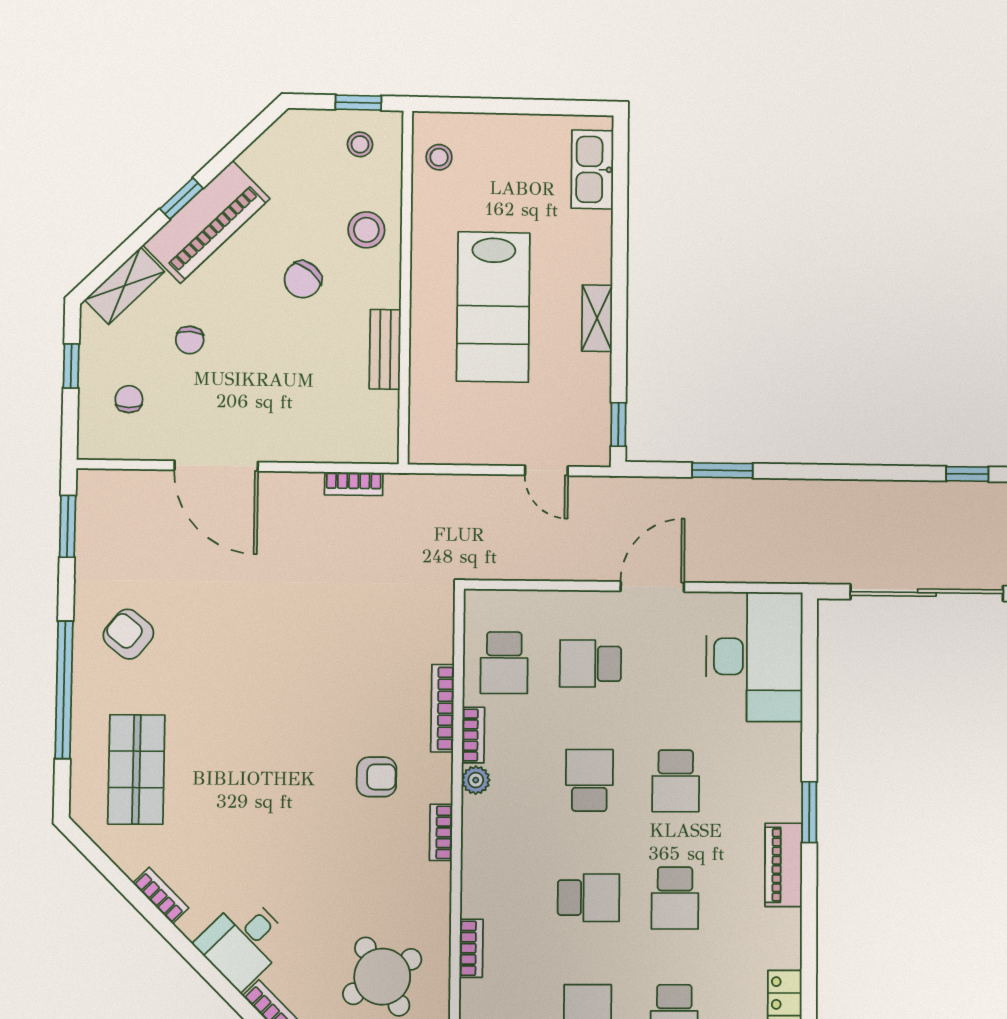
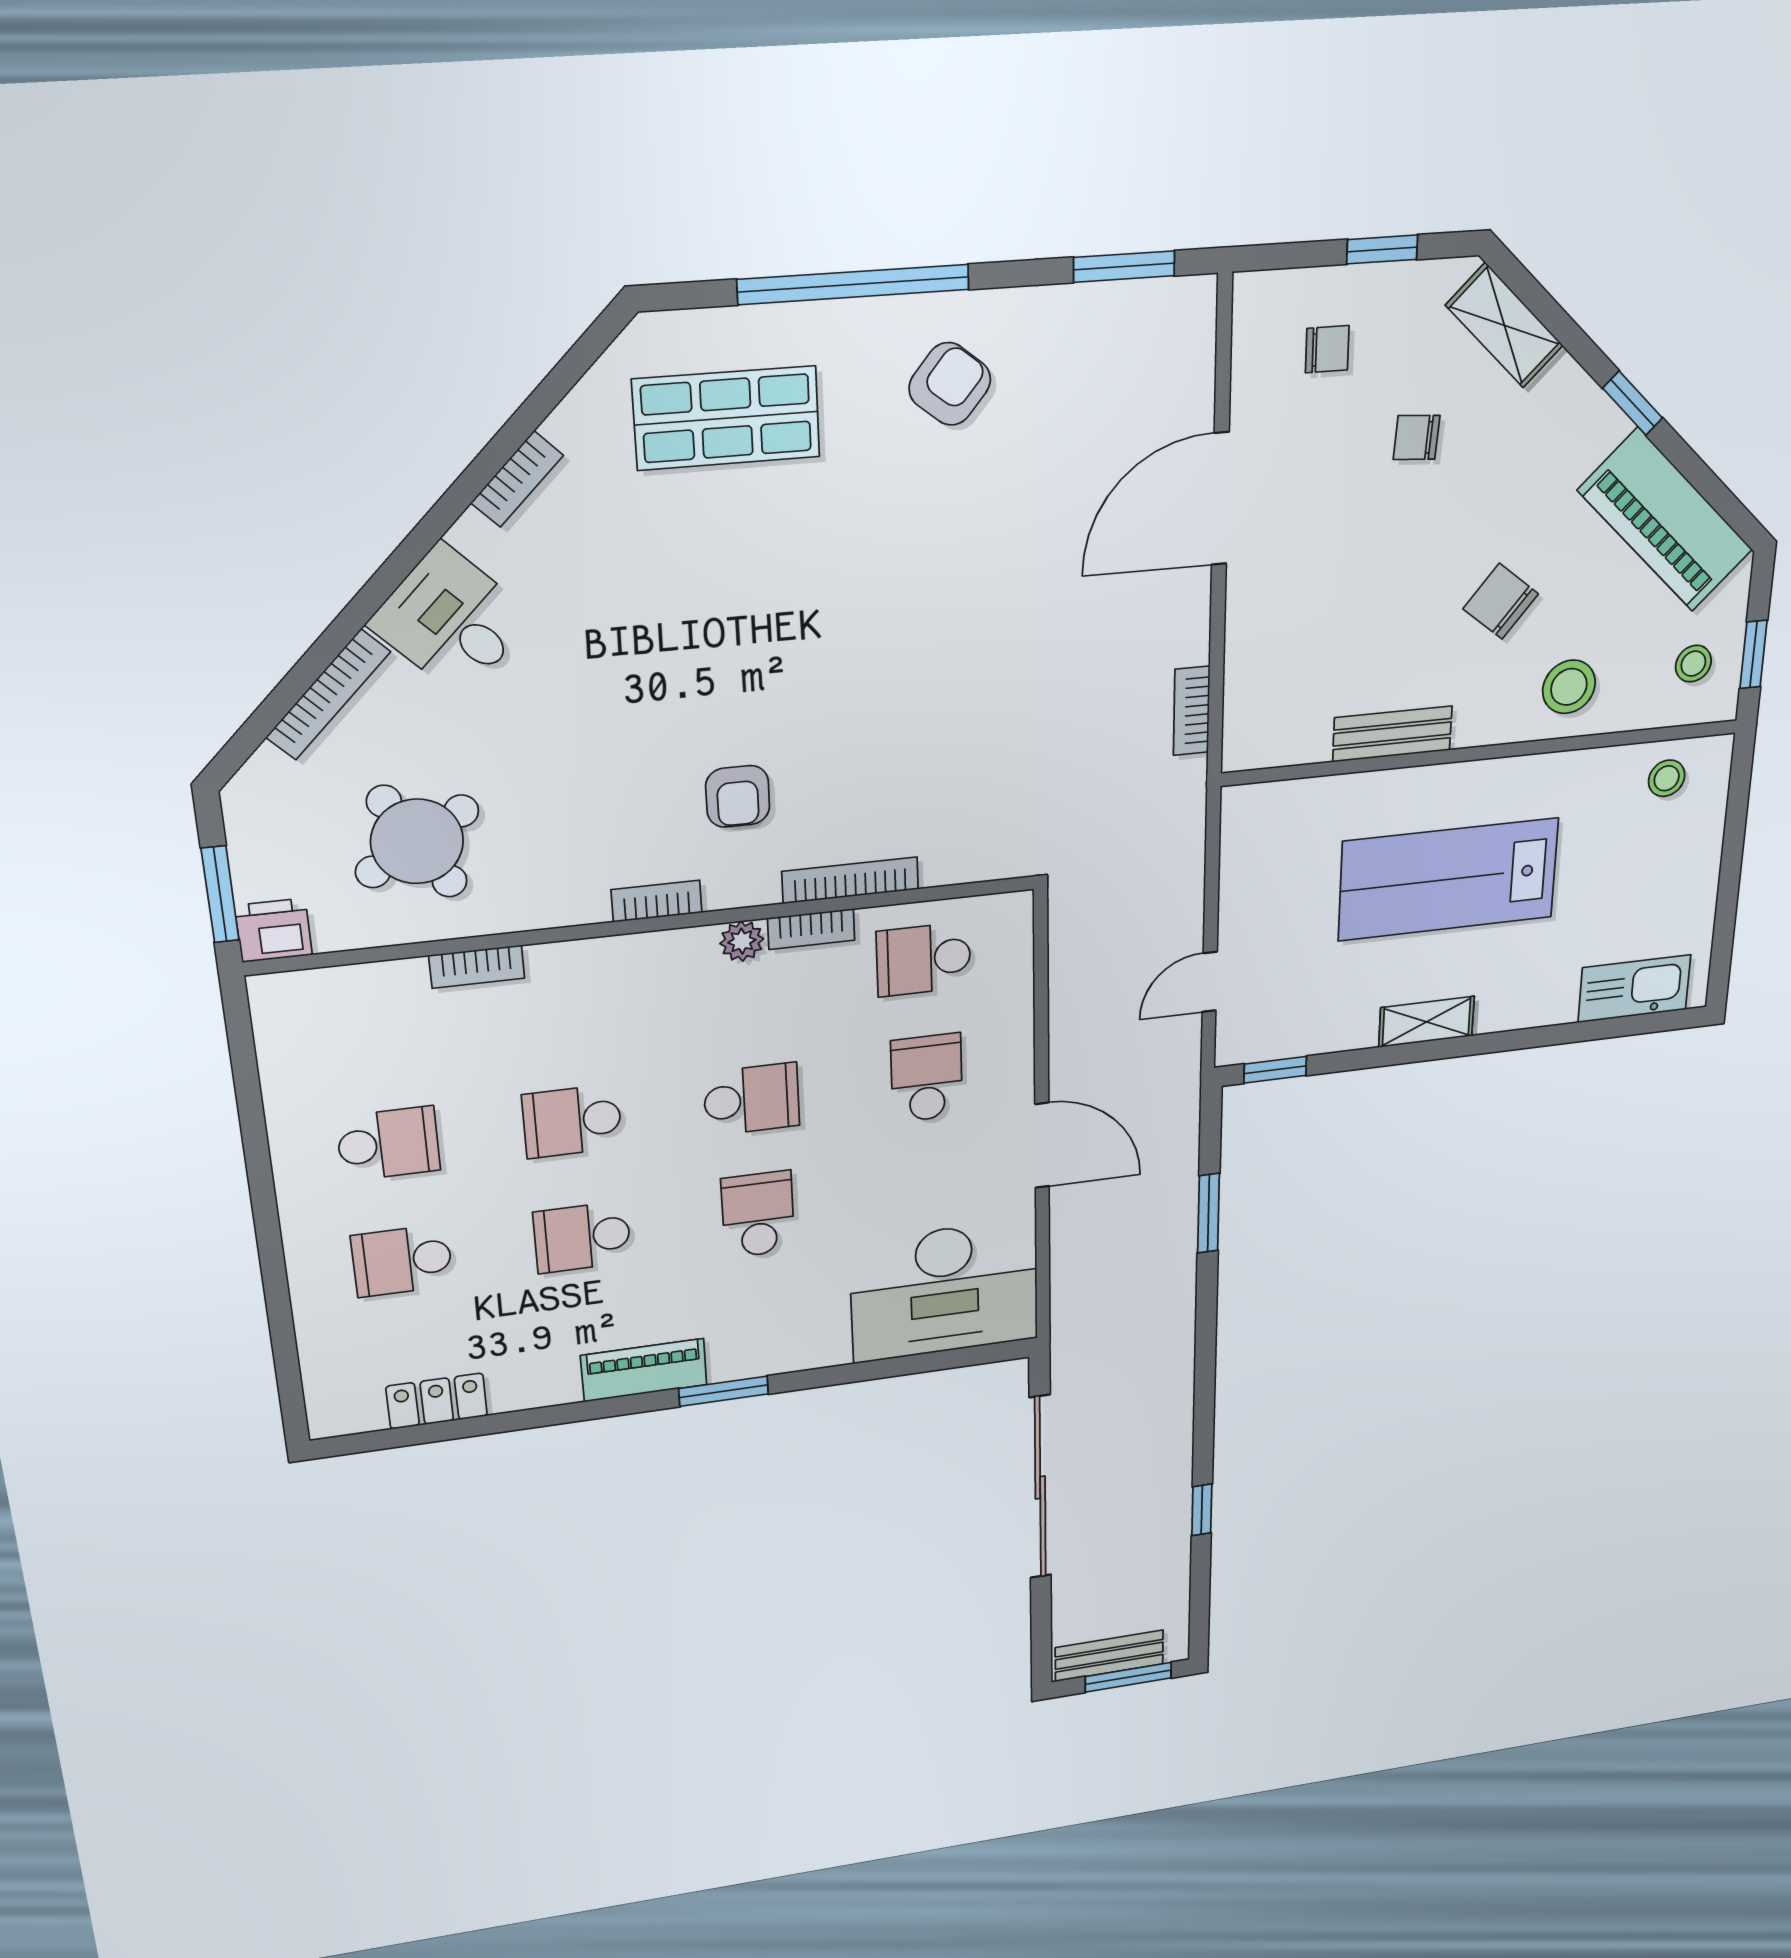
piano: (206, 222) -> (1666, 520), moved
school desk: (676, 781) -> (758, 1214), turned 90
school desk: (588, 898) -> (572, 1121), turned 90

